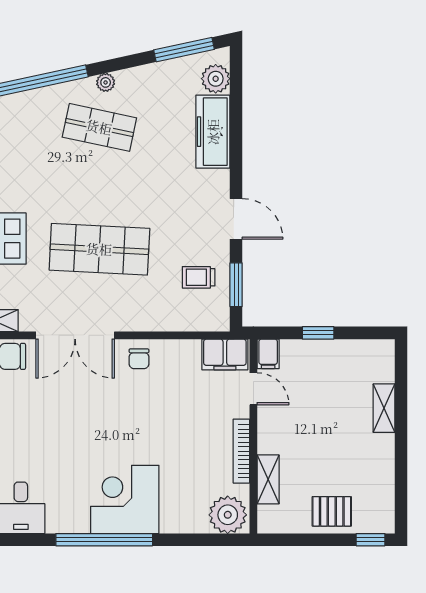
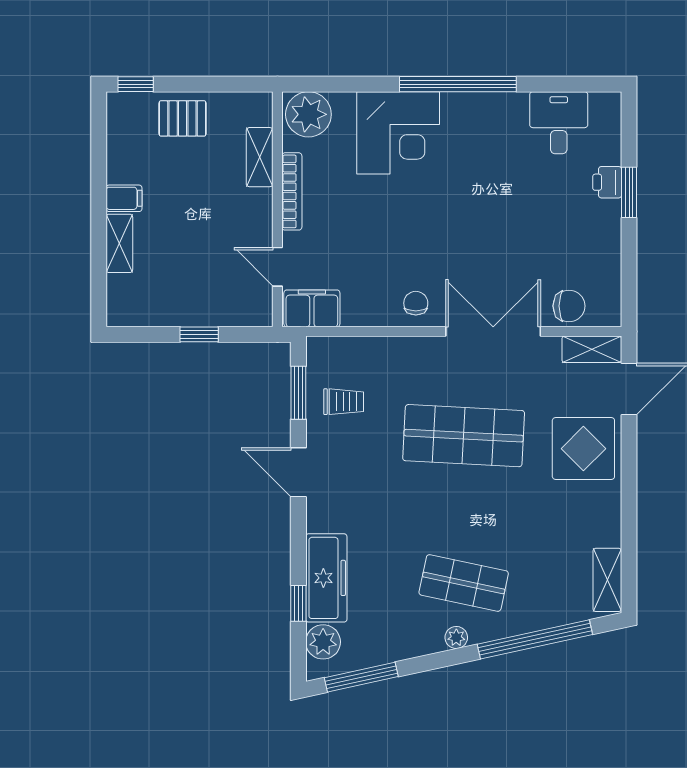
window: (236, 111) -> (298, 603), added
filing cabinet: (268, 354) -> (124, 198), moved, turned 90
corner desk: (125, 499) -> (398, 133), moved

